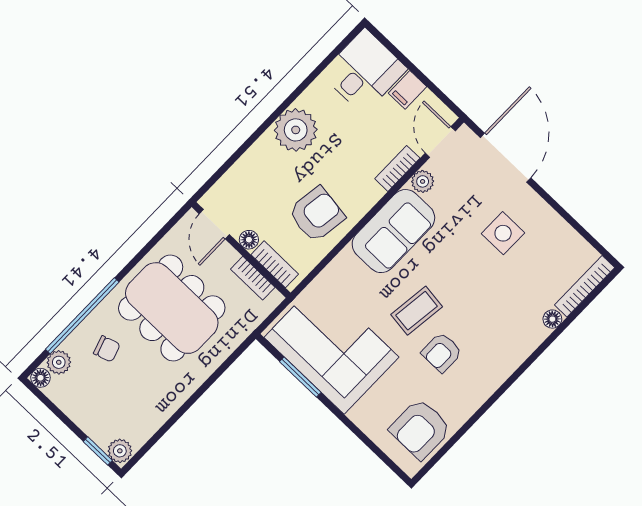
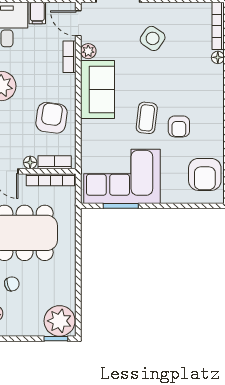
side table: (503, 233) -> (153, 38), turned 34
bookcase: (253, 278) -> (50, 180), width x1.56
plant: (120, 451) -> (60, 321), width x1.87, depth x1.87

